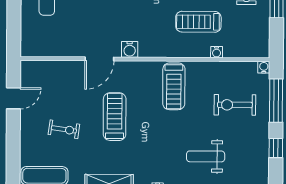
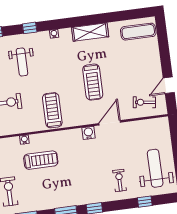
exercise bike: (64, 129) -> (144, 102), moved
weight bench: (206, 156) -> (22, 62), turned 90

